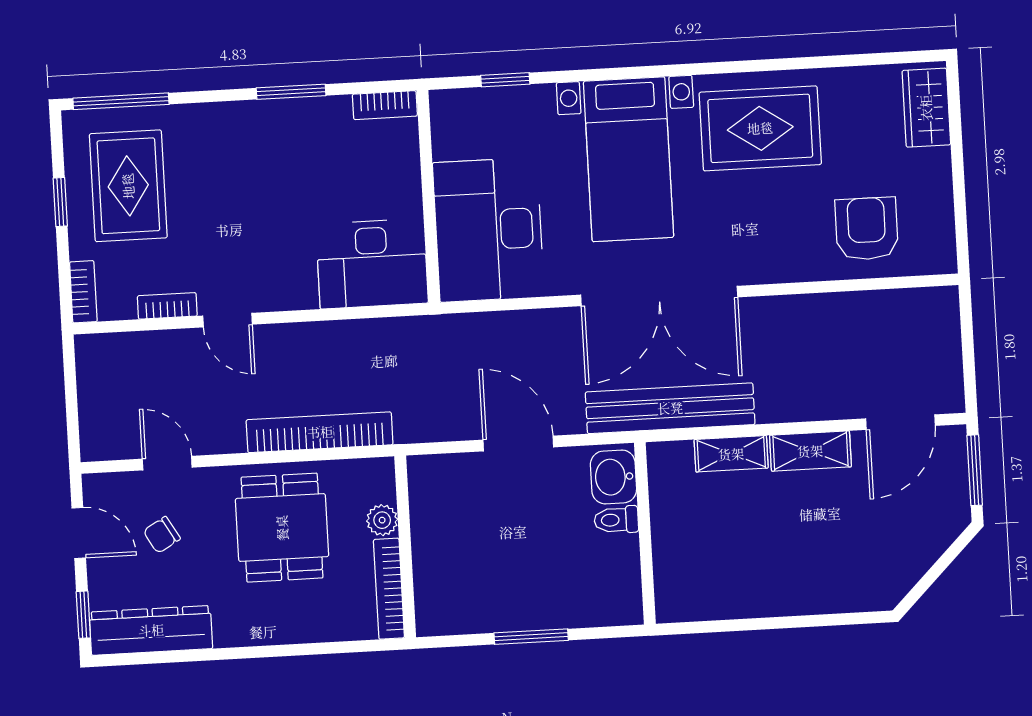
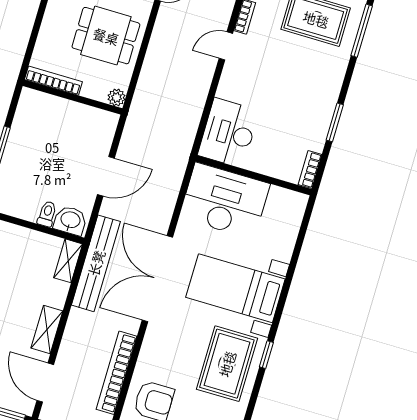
window: (505, 80) -> (266, 355), moved
bookcase: (320, 432) -> (117, 373), moved, turned 180
shelving: (731, 454) -> (68, 261), moved
plant: (382, 520) -> (116, 97), moved

